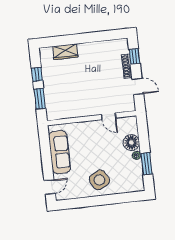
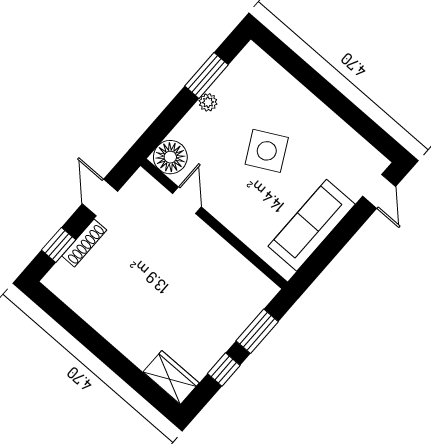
wardrobe: (65, 52) -> (171, 377), moved
floor lamp: (131, 142) -> (170, 157), moved
side table: (99, 180) -> (267, 151), moved
door: (50, 187) -> (379, 191), swing flipped

